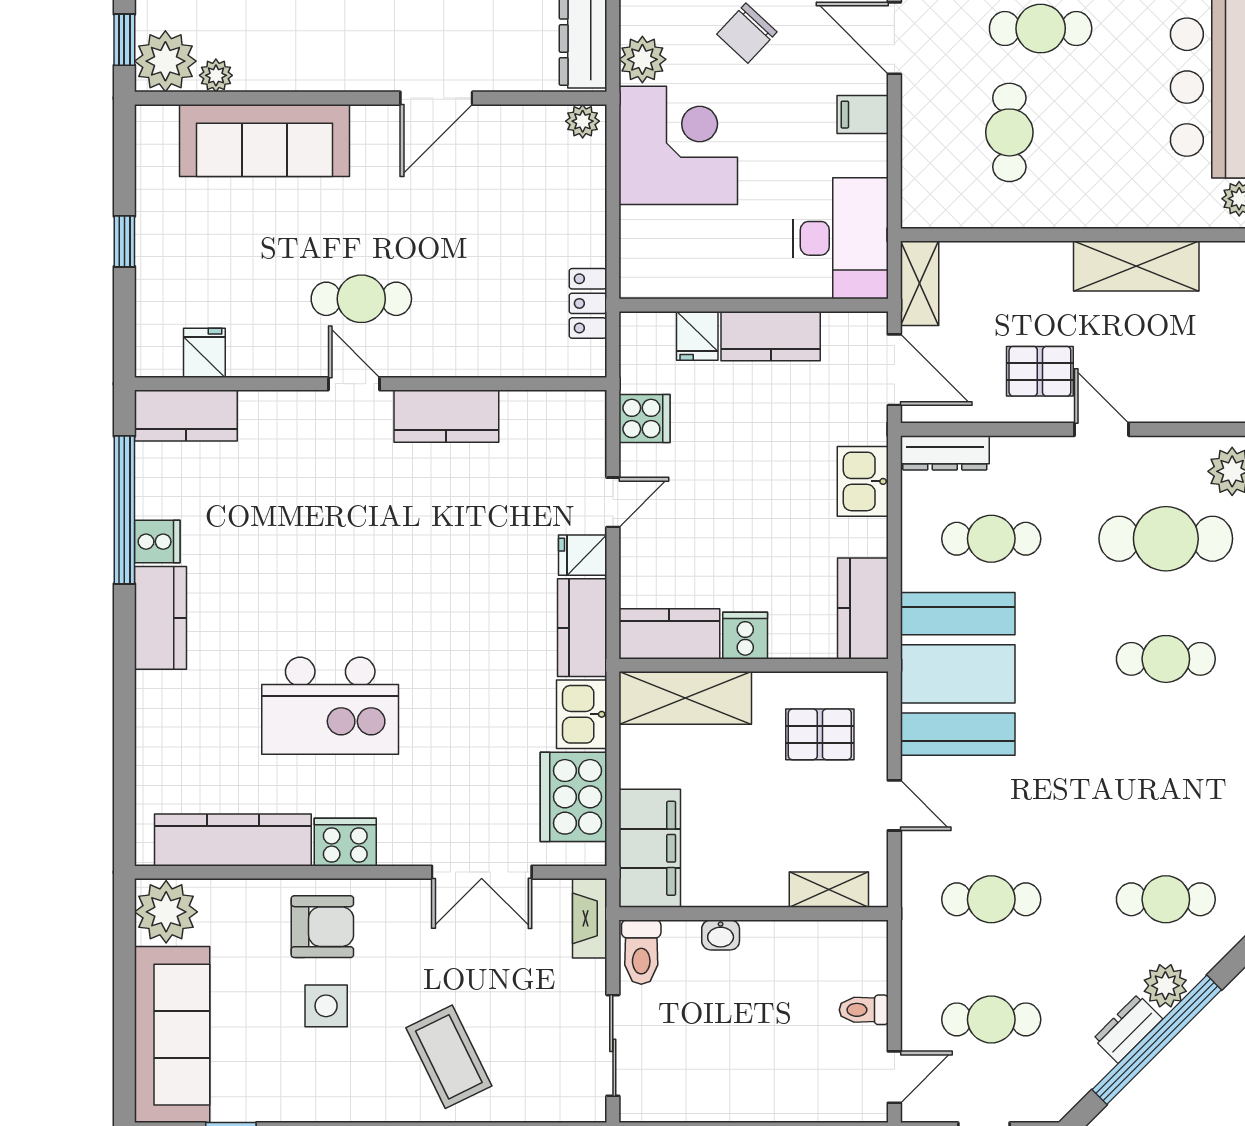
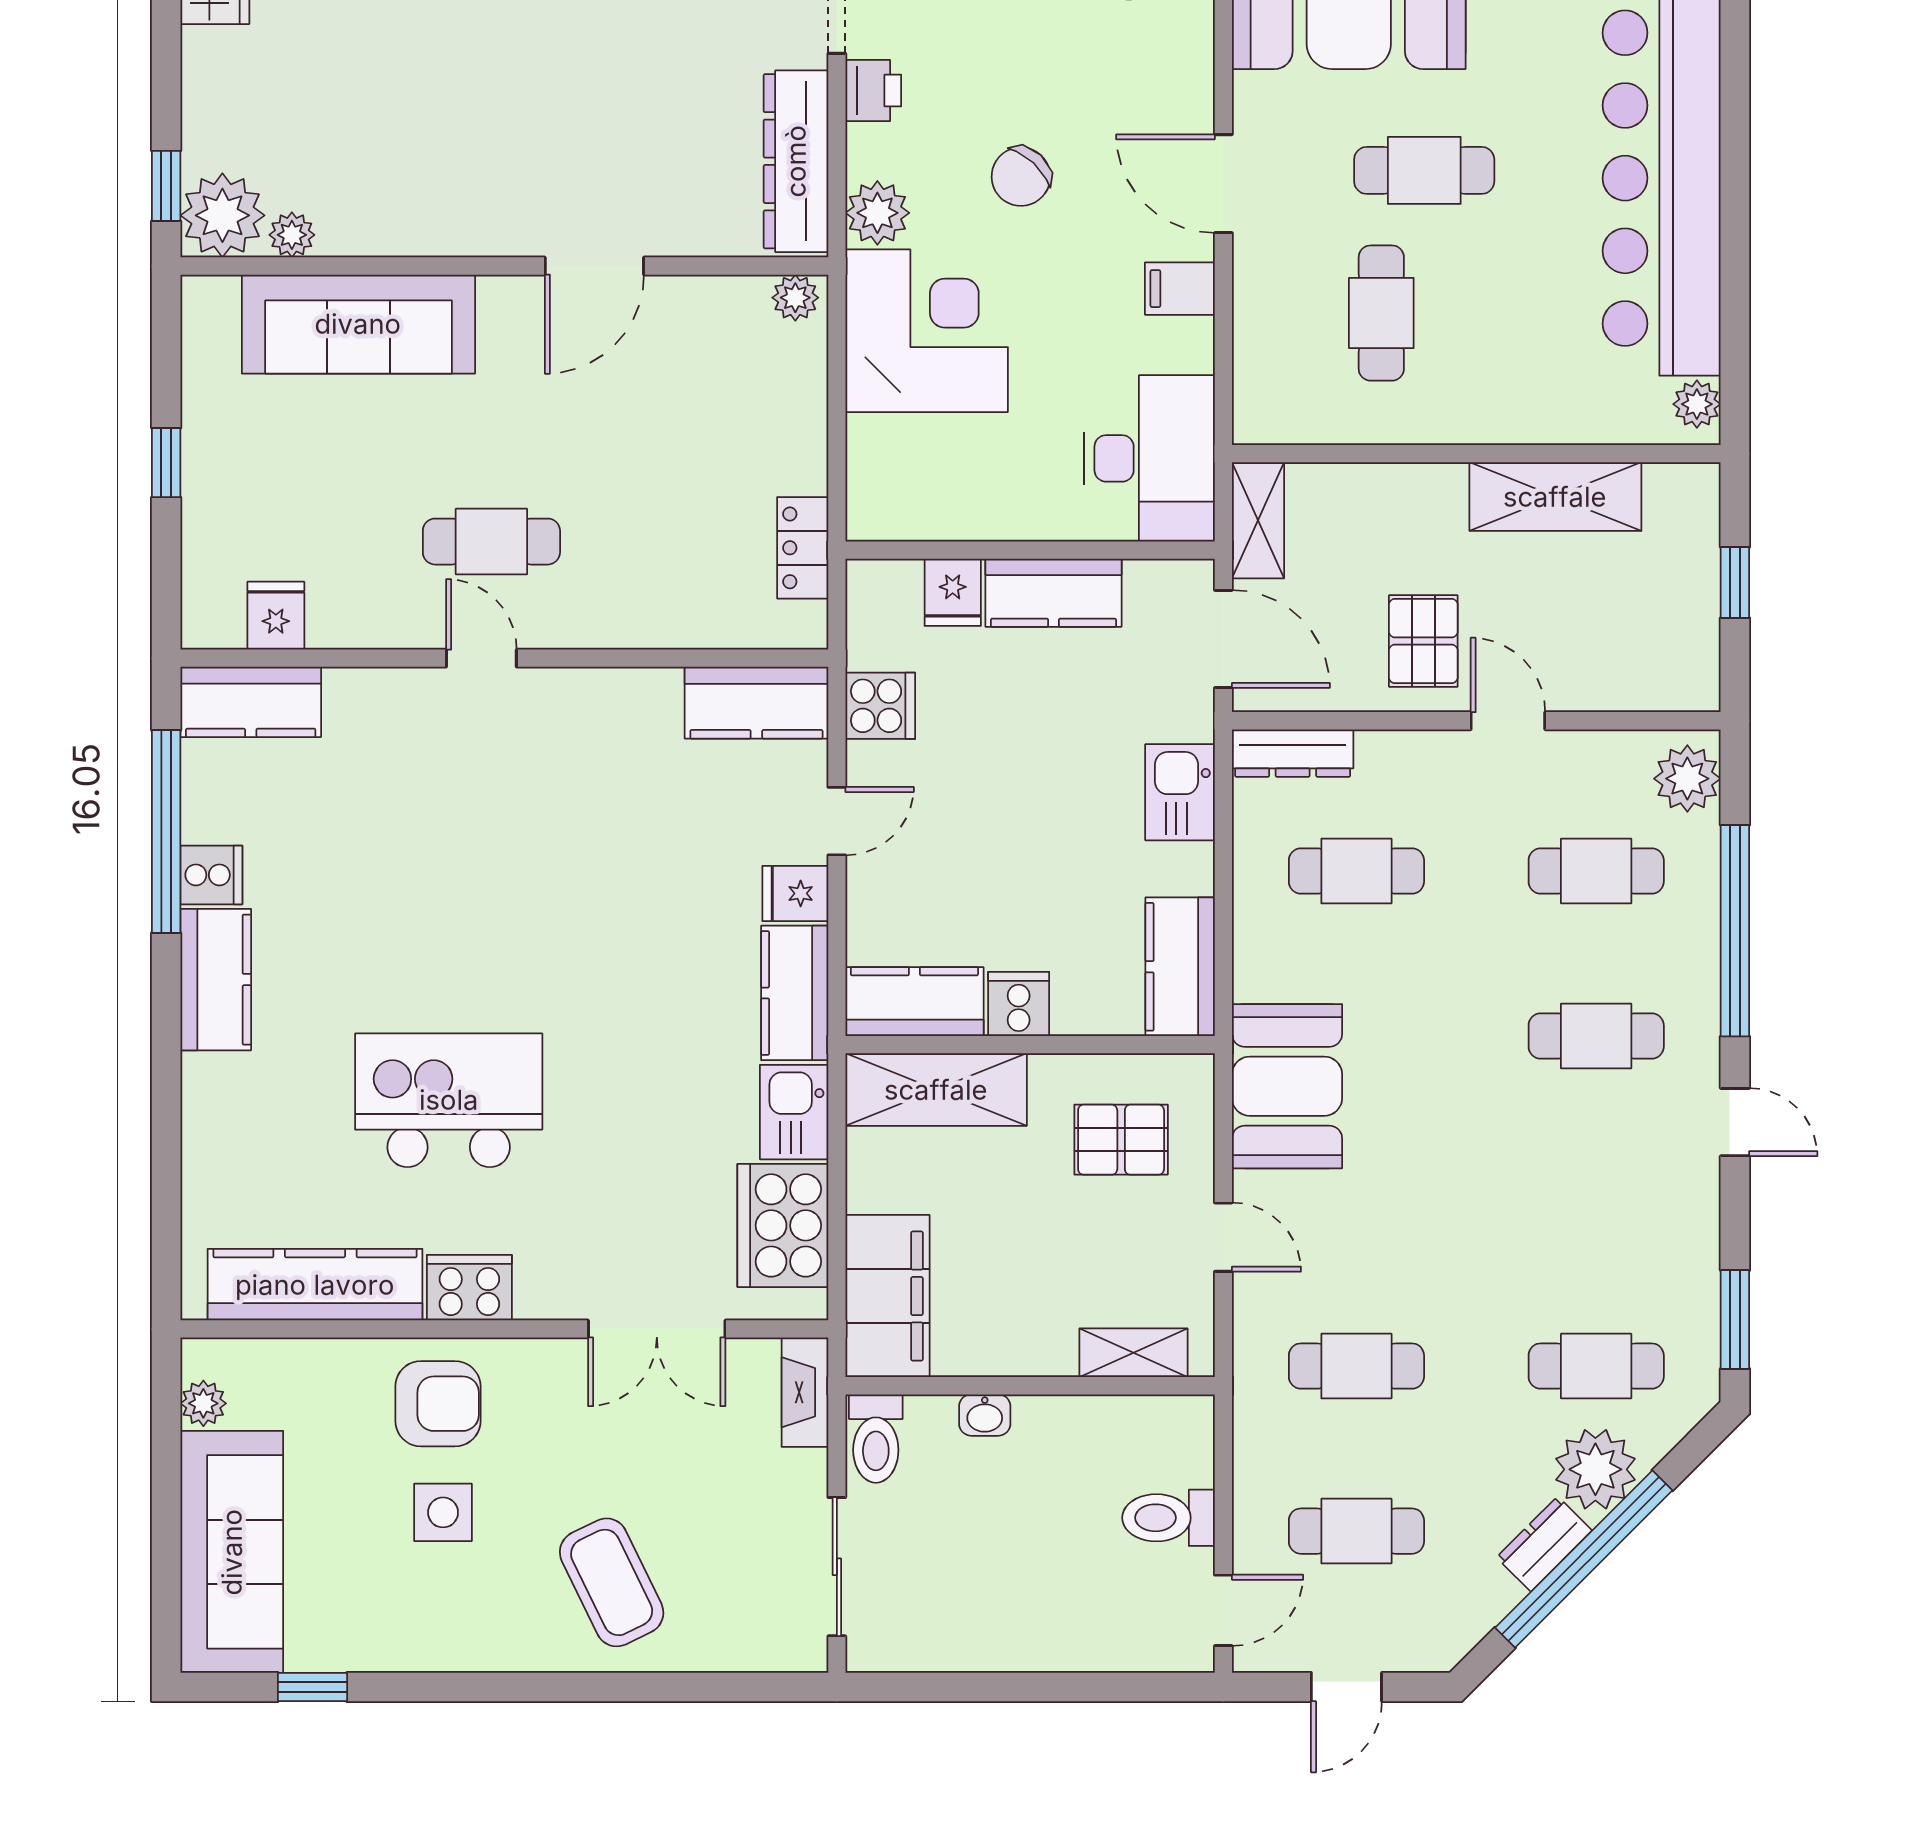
pallet: (1040, 371) -> (1423, 641), turned 90
kitchen counter: (446, 416) -> (756, 703), moved
cafe table: (1166, 539) -> (1596, 871), width x0.73, depth x0.74
booth: (958, 674) -> (1287, 1086), width x0.73, depth x0.70
kitchen island: (330, 706) -> (449, 1100), turned 180
plant: (166, 912) -> (203, 1403), width x0.53, depth x0.53
plant: (1165, 986) -> (1595, 1469), width x1.36, depth x1.36
toilet: (864, 1010) -> (1168, 1518), width x1.37, depth x1.39

